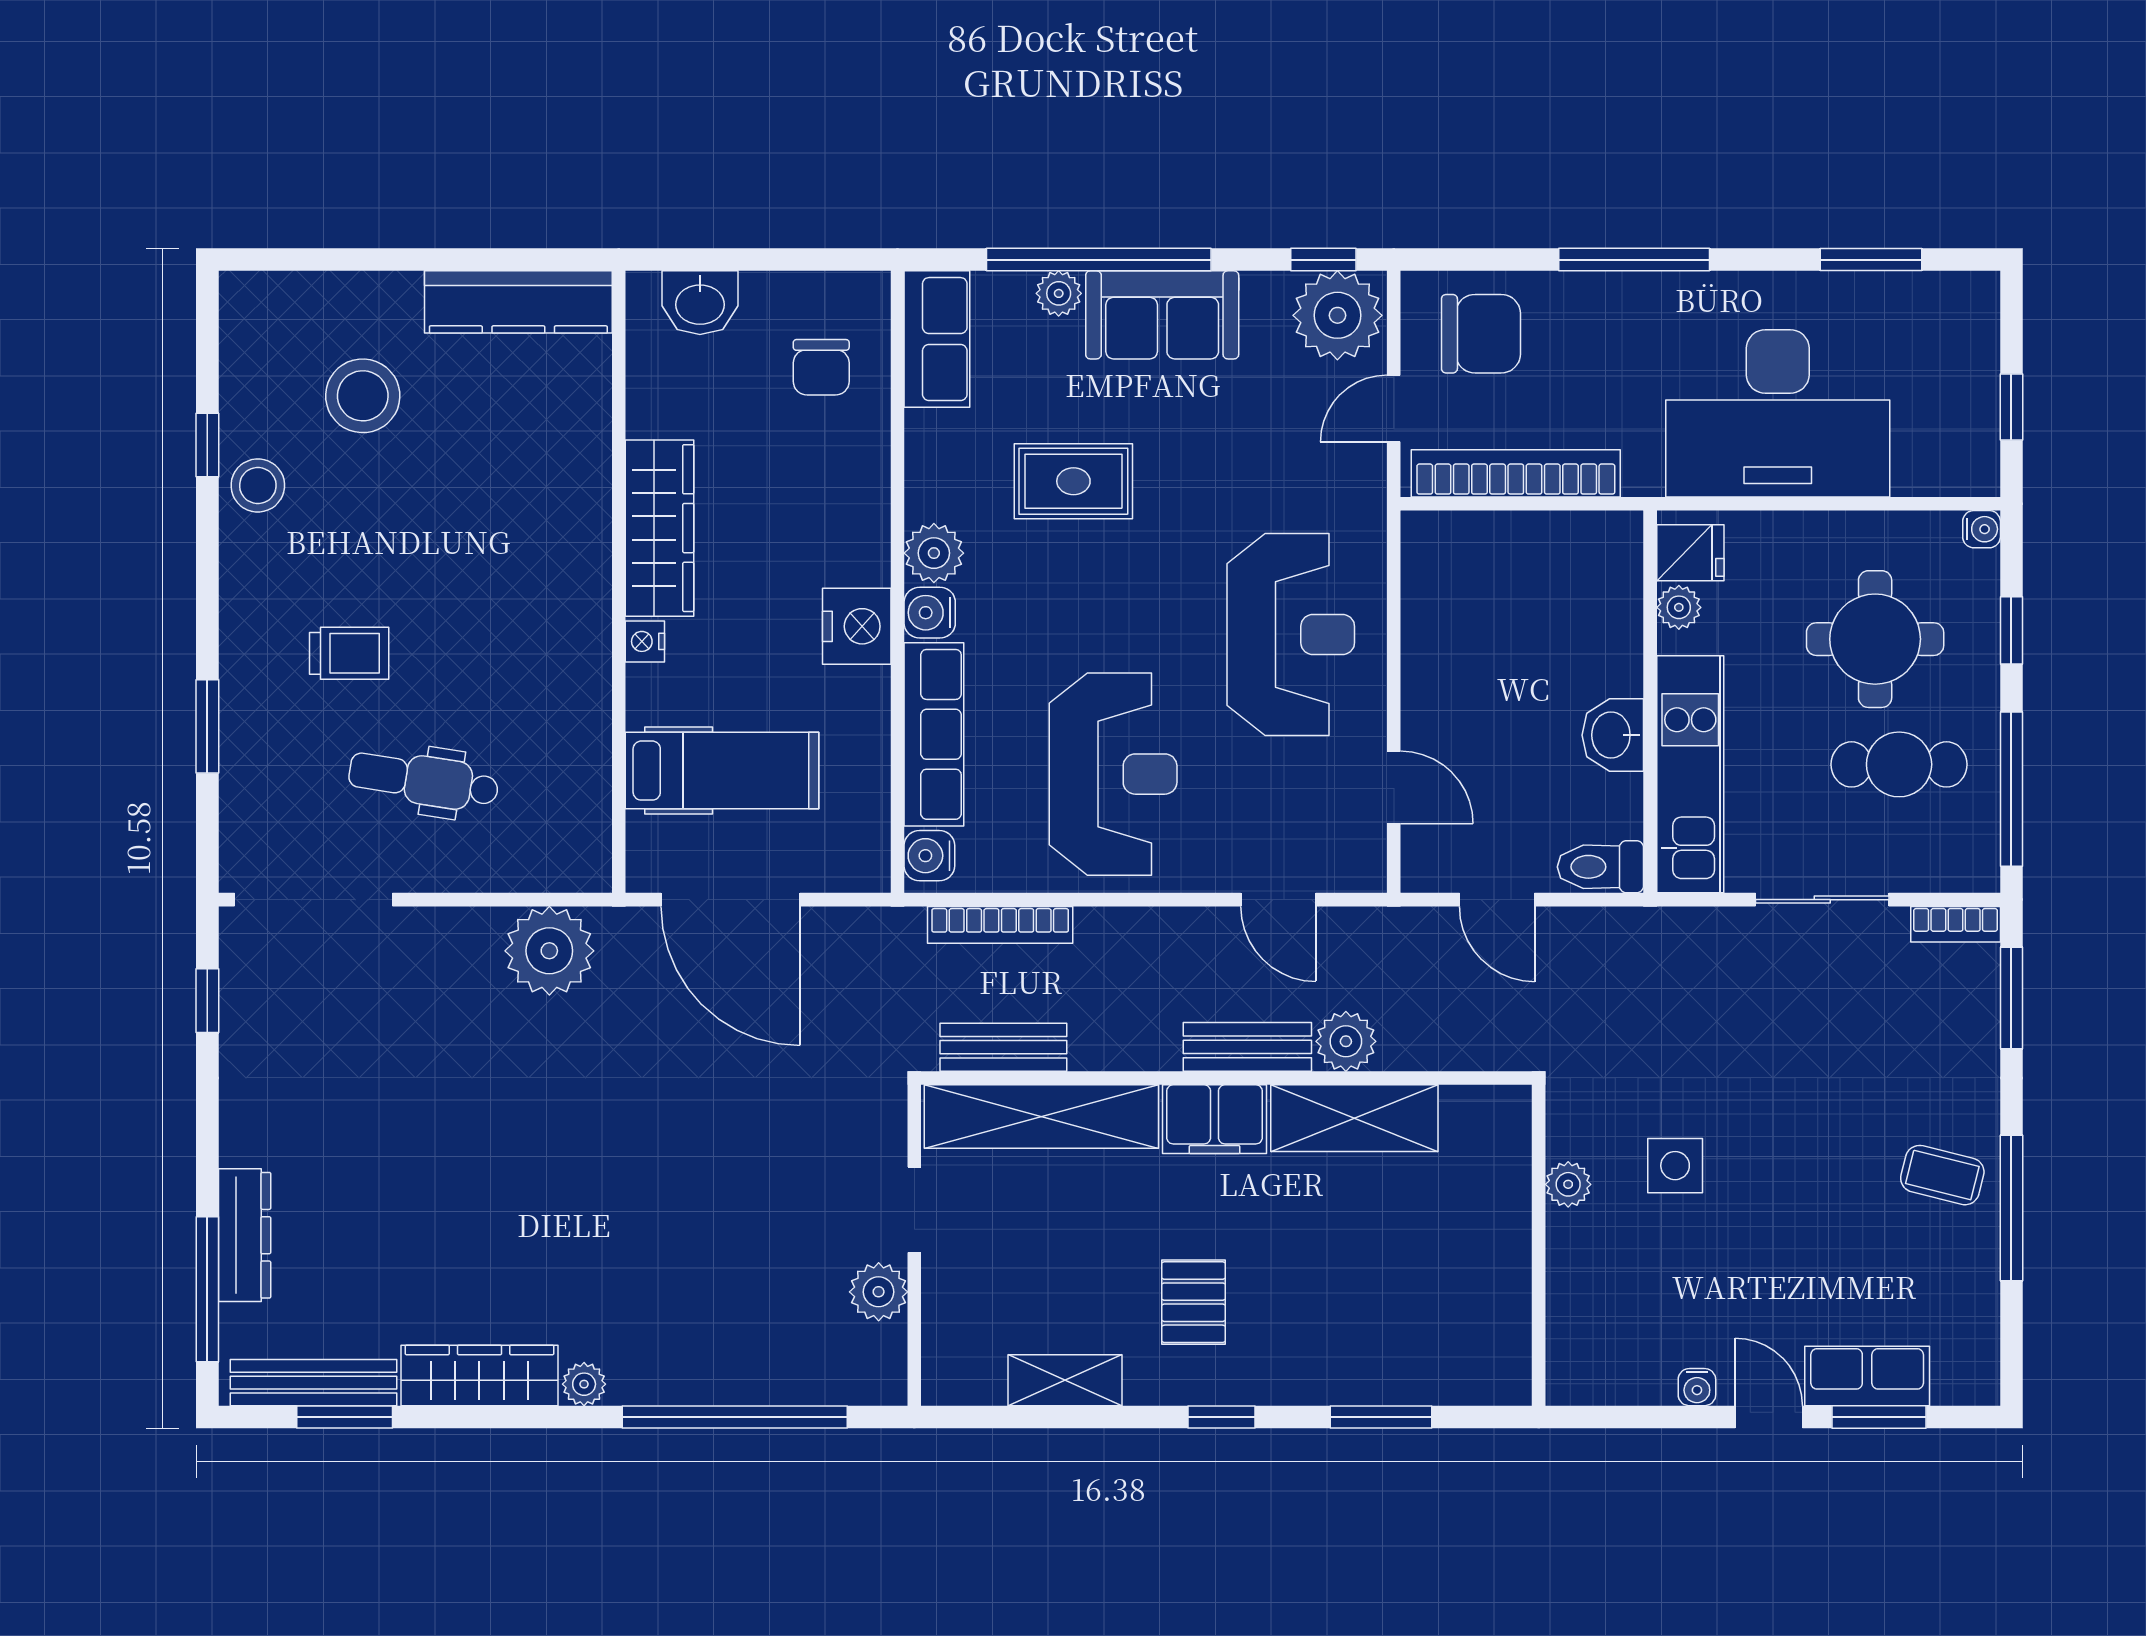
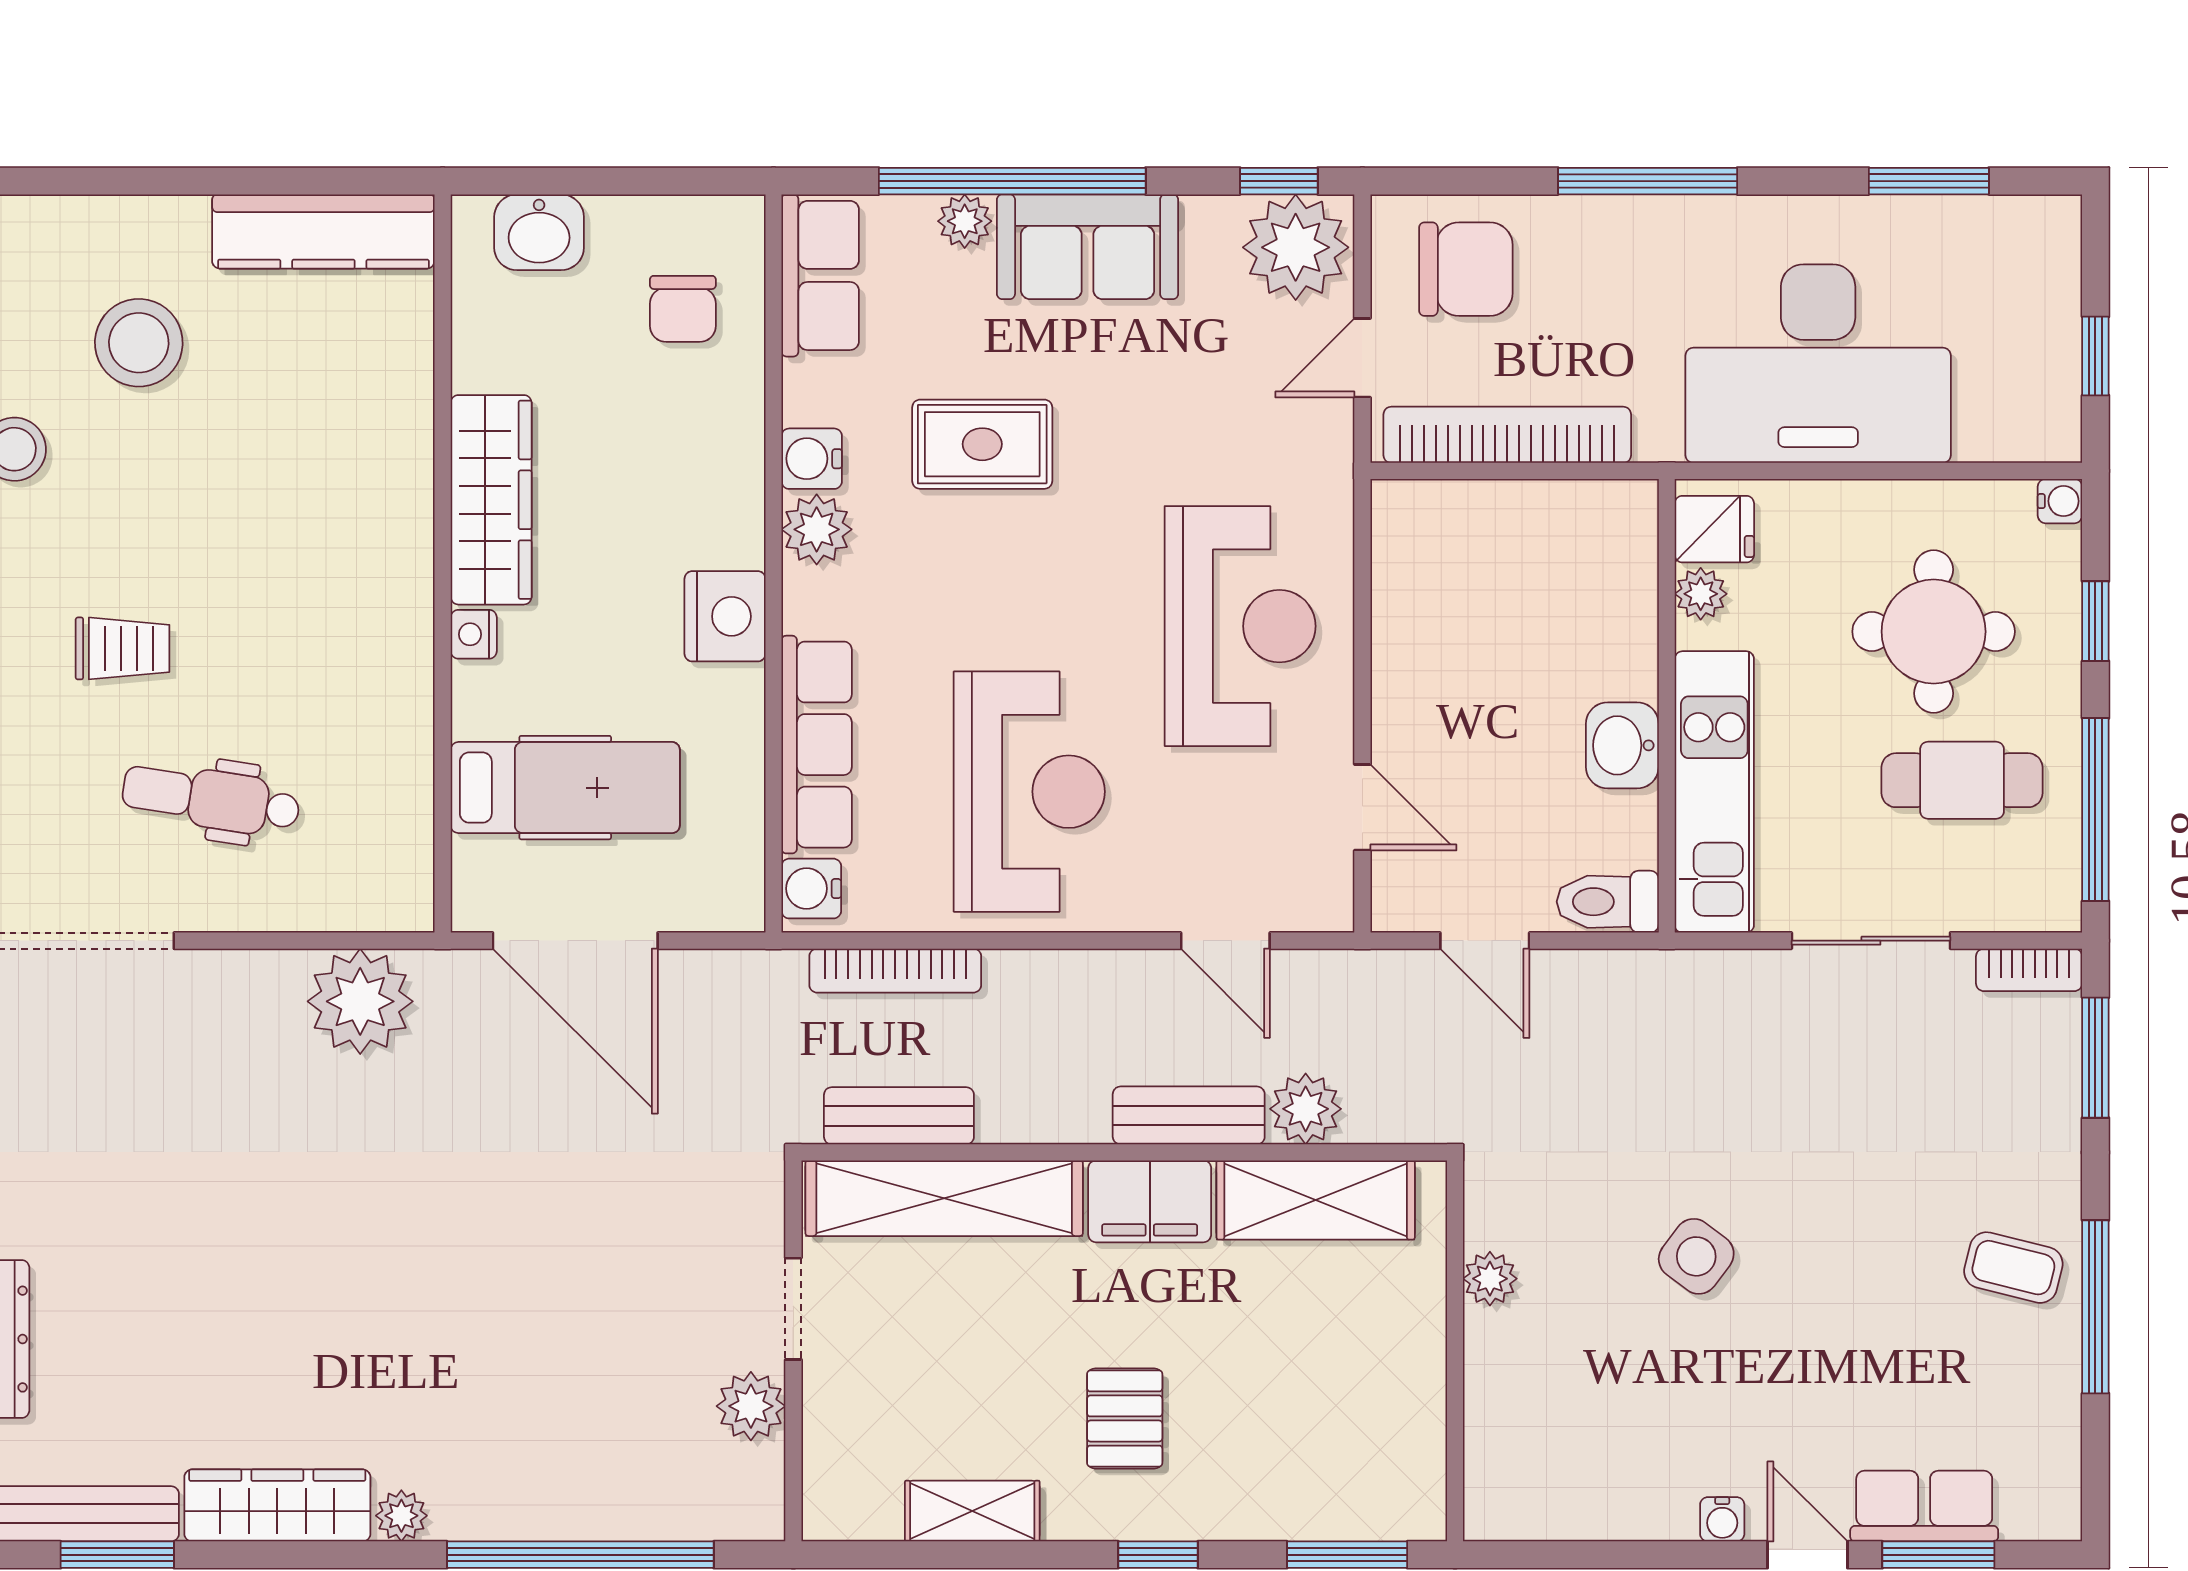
water cooler: (930, 613) -> (812, 459), moved
side table: (1675, 1166) -> (1696, 1256), turned 37
plant: (1568, 1184) -> (1490, 1279), moved
wall: (1539, 1245) -> (1455, 1351), moved

